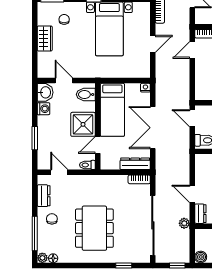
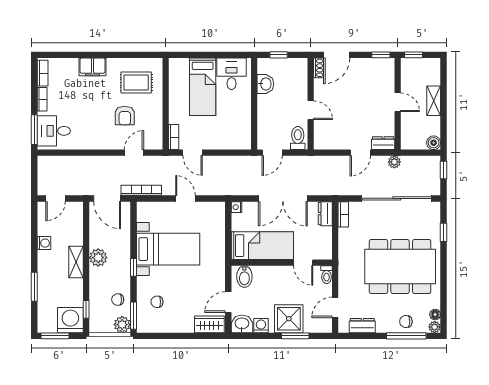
wardrobe: (45, 38) -> (209, 324), moved
shower: (83, 124) -> (289, 319), moved
dresser: (135, 164) -> (325, 214), width x0.70
chair: (52, 219) -> (406, 321), moved
dining table: (94, 228) -> (400, 266), width x1.36, depth x1.24

